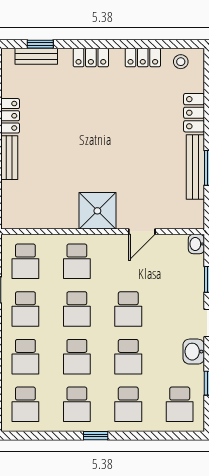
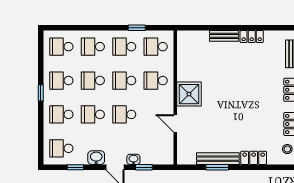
washbasin: (196, 244) -> (133, 159), moved

